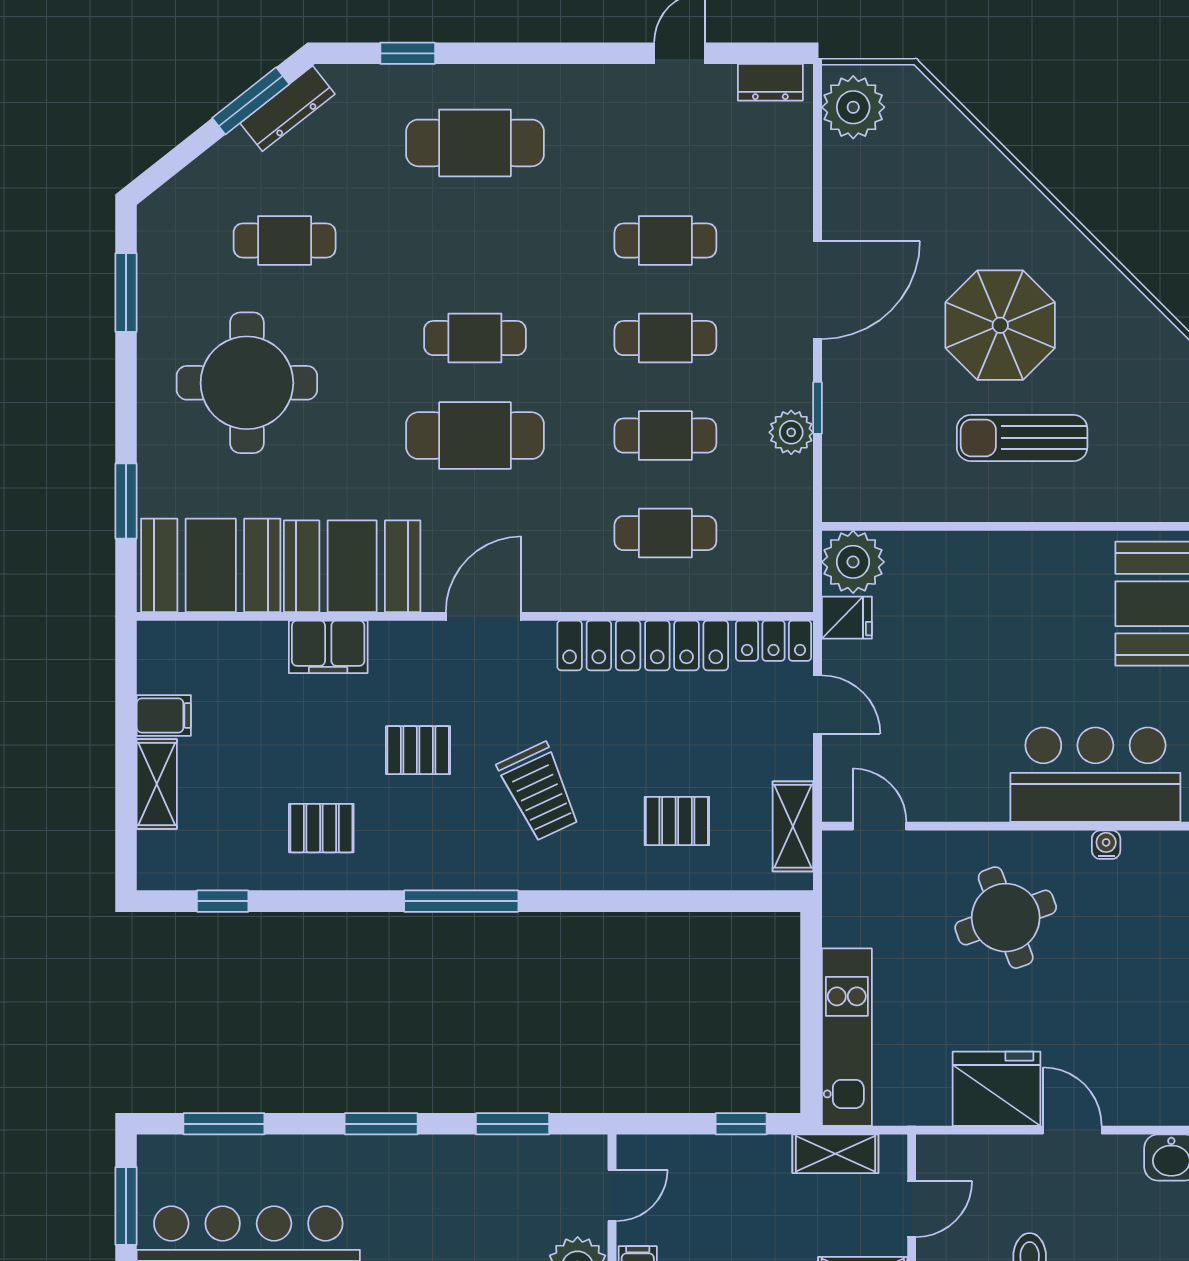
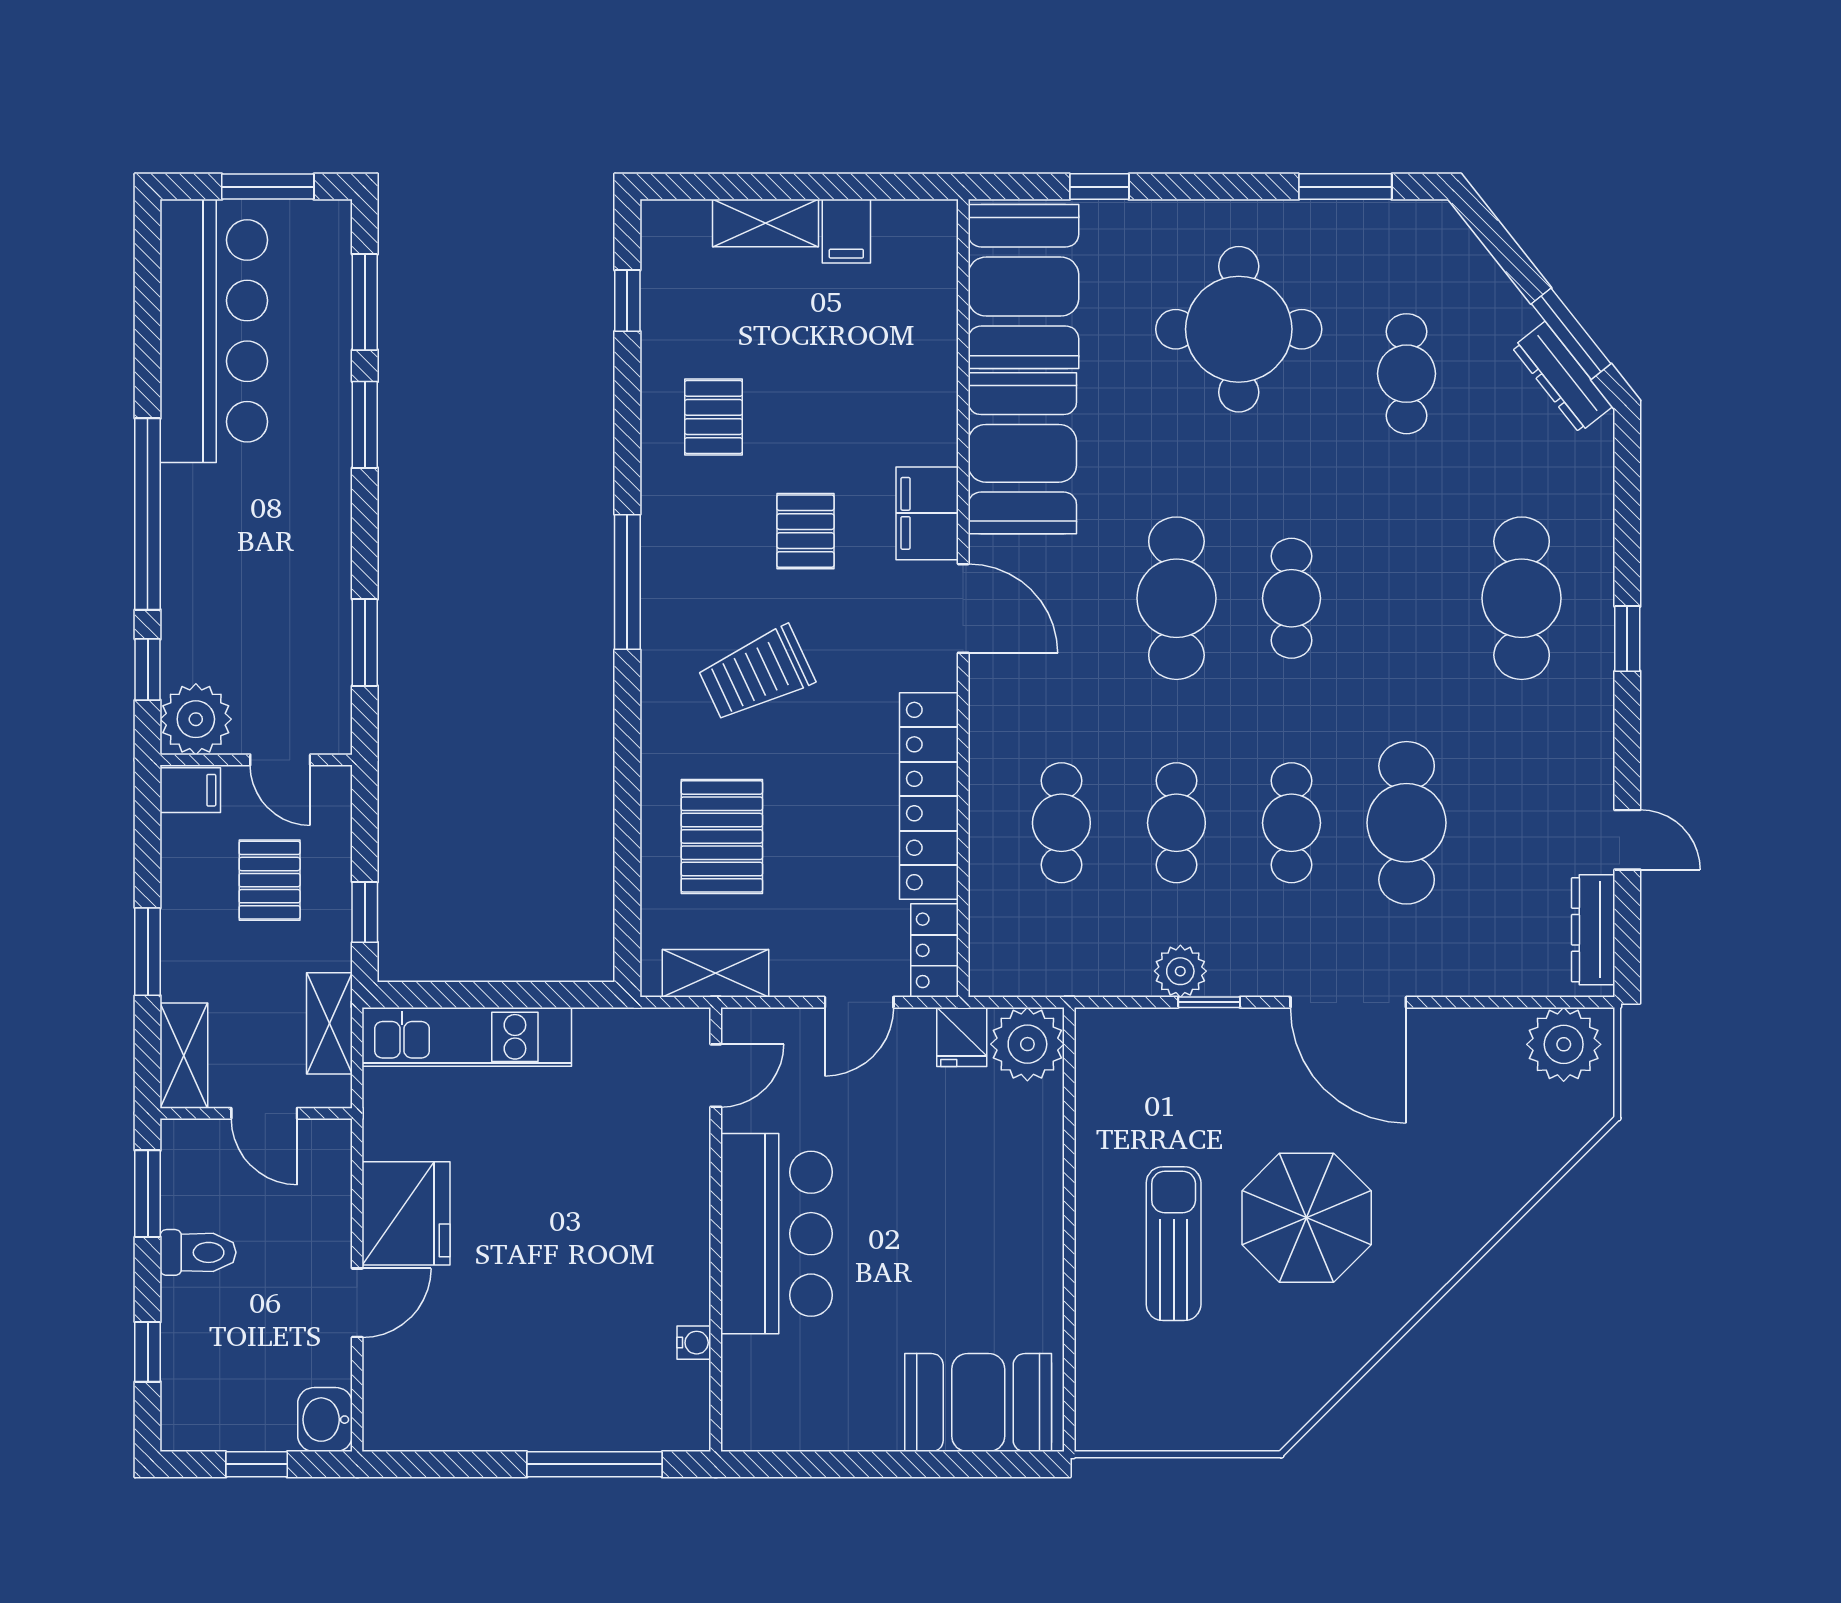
window: (408, 53) -> (1627, 639), moved
dresser: (770, 82) -> (1593, 930), width x1.44
cafe table: (665, 240) -> (1407, 823), width x1.37, depth x1.35
window: (126, 501) -> (1099, 187), width x0.67
filing cabinet: (328, 647) -> (927, 513), moved
bar counter: (1095, 775) -> (777, 1234), moved
pallet: (677, 821) -> (722, 836), width x1.50, depth x1.42
round table: (1006, 918) -> (608, 1224), removed
window: (381, 1124) -> (365, 425), moved
pallet: (714, 1204) -> (270, 880), added

